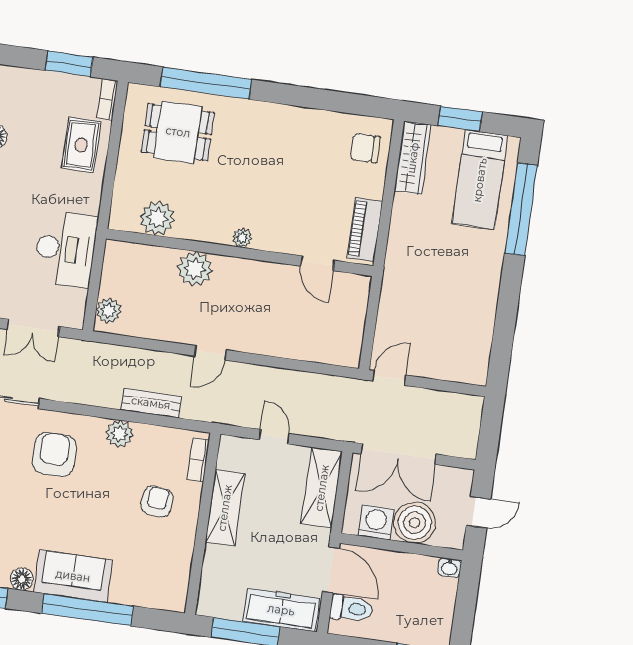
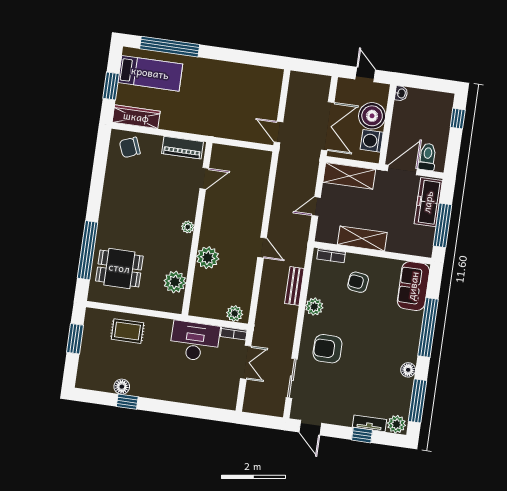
bookcase: (107, 100) -> (234, 333), moved
dining table: (178, 132) -> (119, 268), turned 90
chair: (365, 148) -> (130, 147), turned 68
sofa: (73, 576) -> (413, 286), moved

